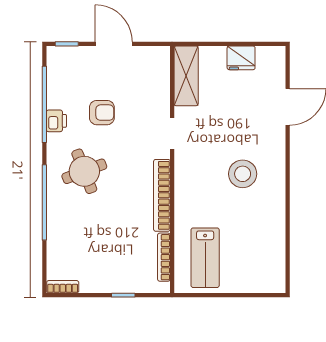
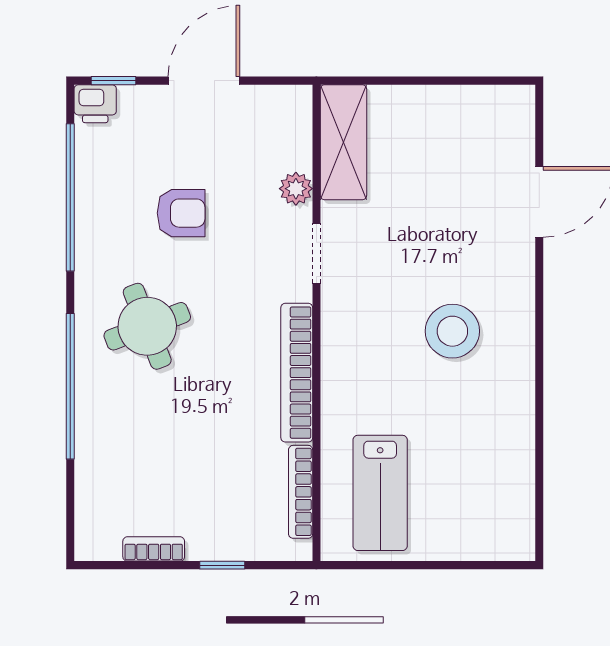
door: (114, 44) -> (204, 81), hinge flipped
fridge: (241, 58) -> (450, 108), removed
plant: (161, 100) -> (296, 189), added
printer: (56, 121) -> (95, 104), moved, turned 90
bookcase: (63, 287) -> (154, 549), moved

